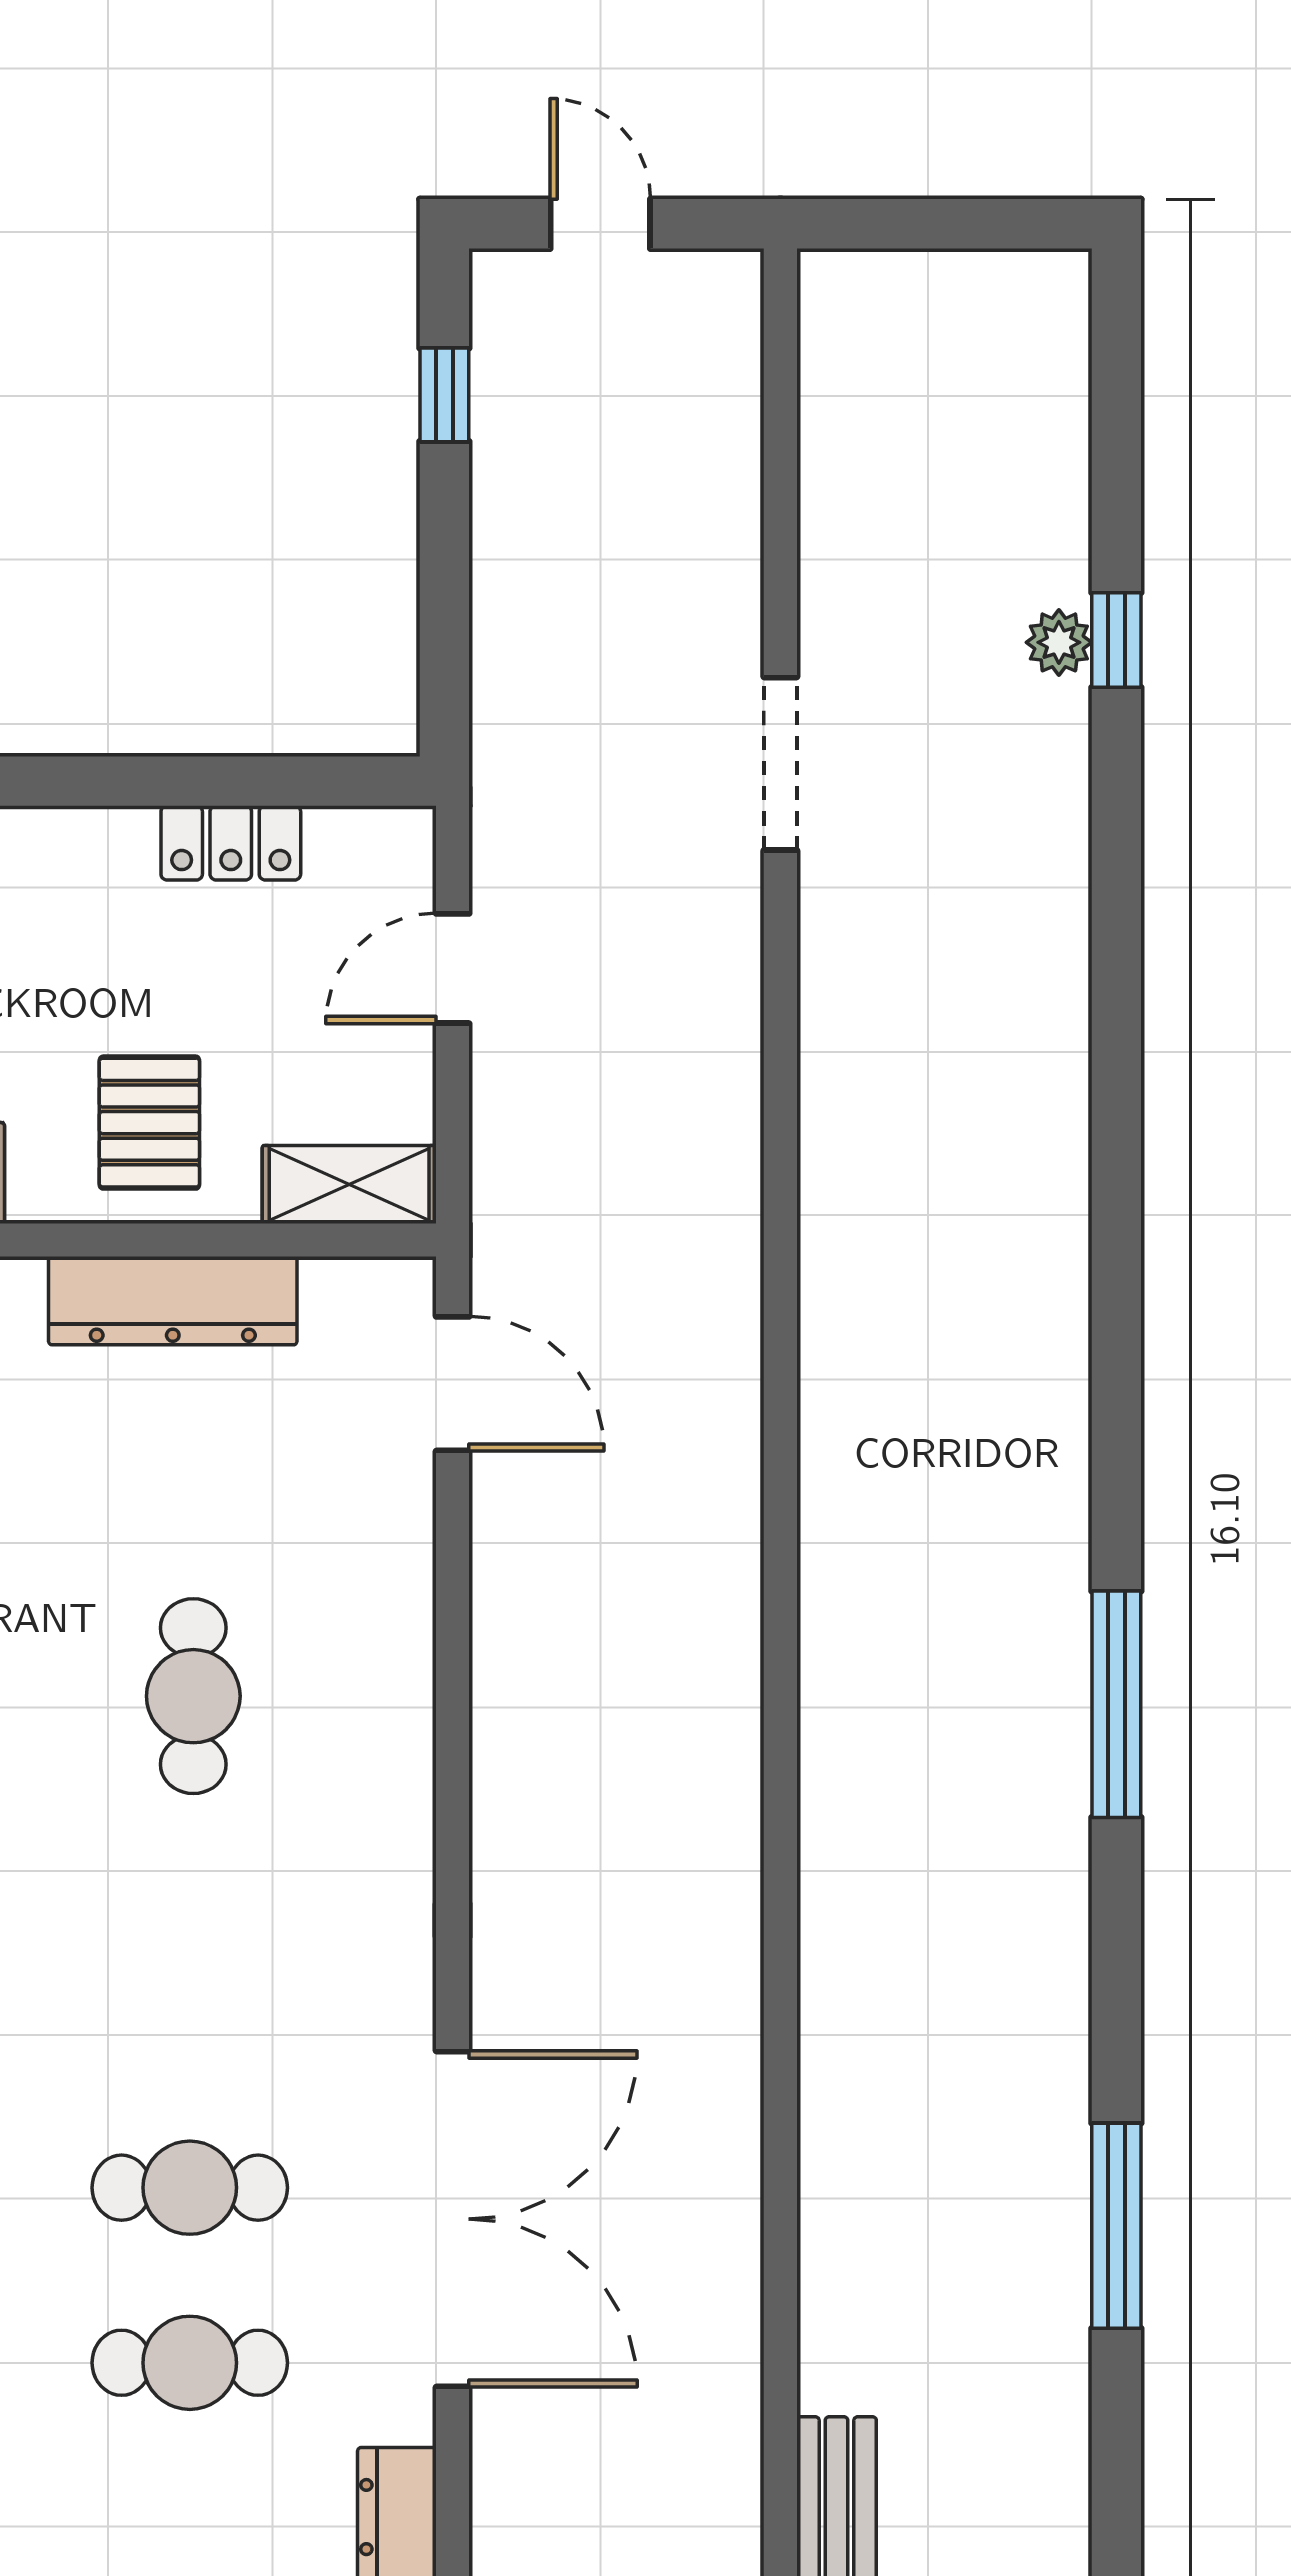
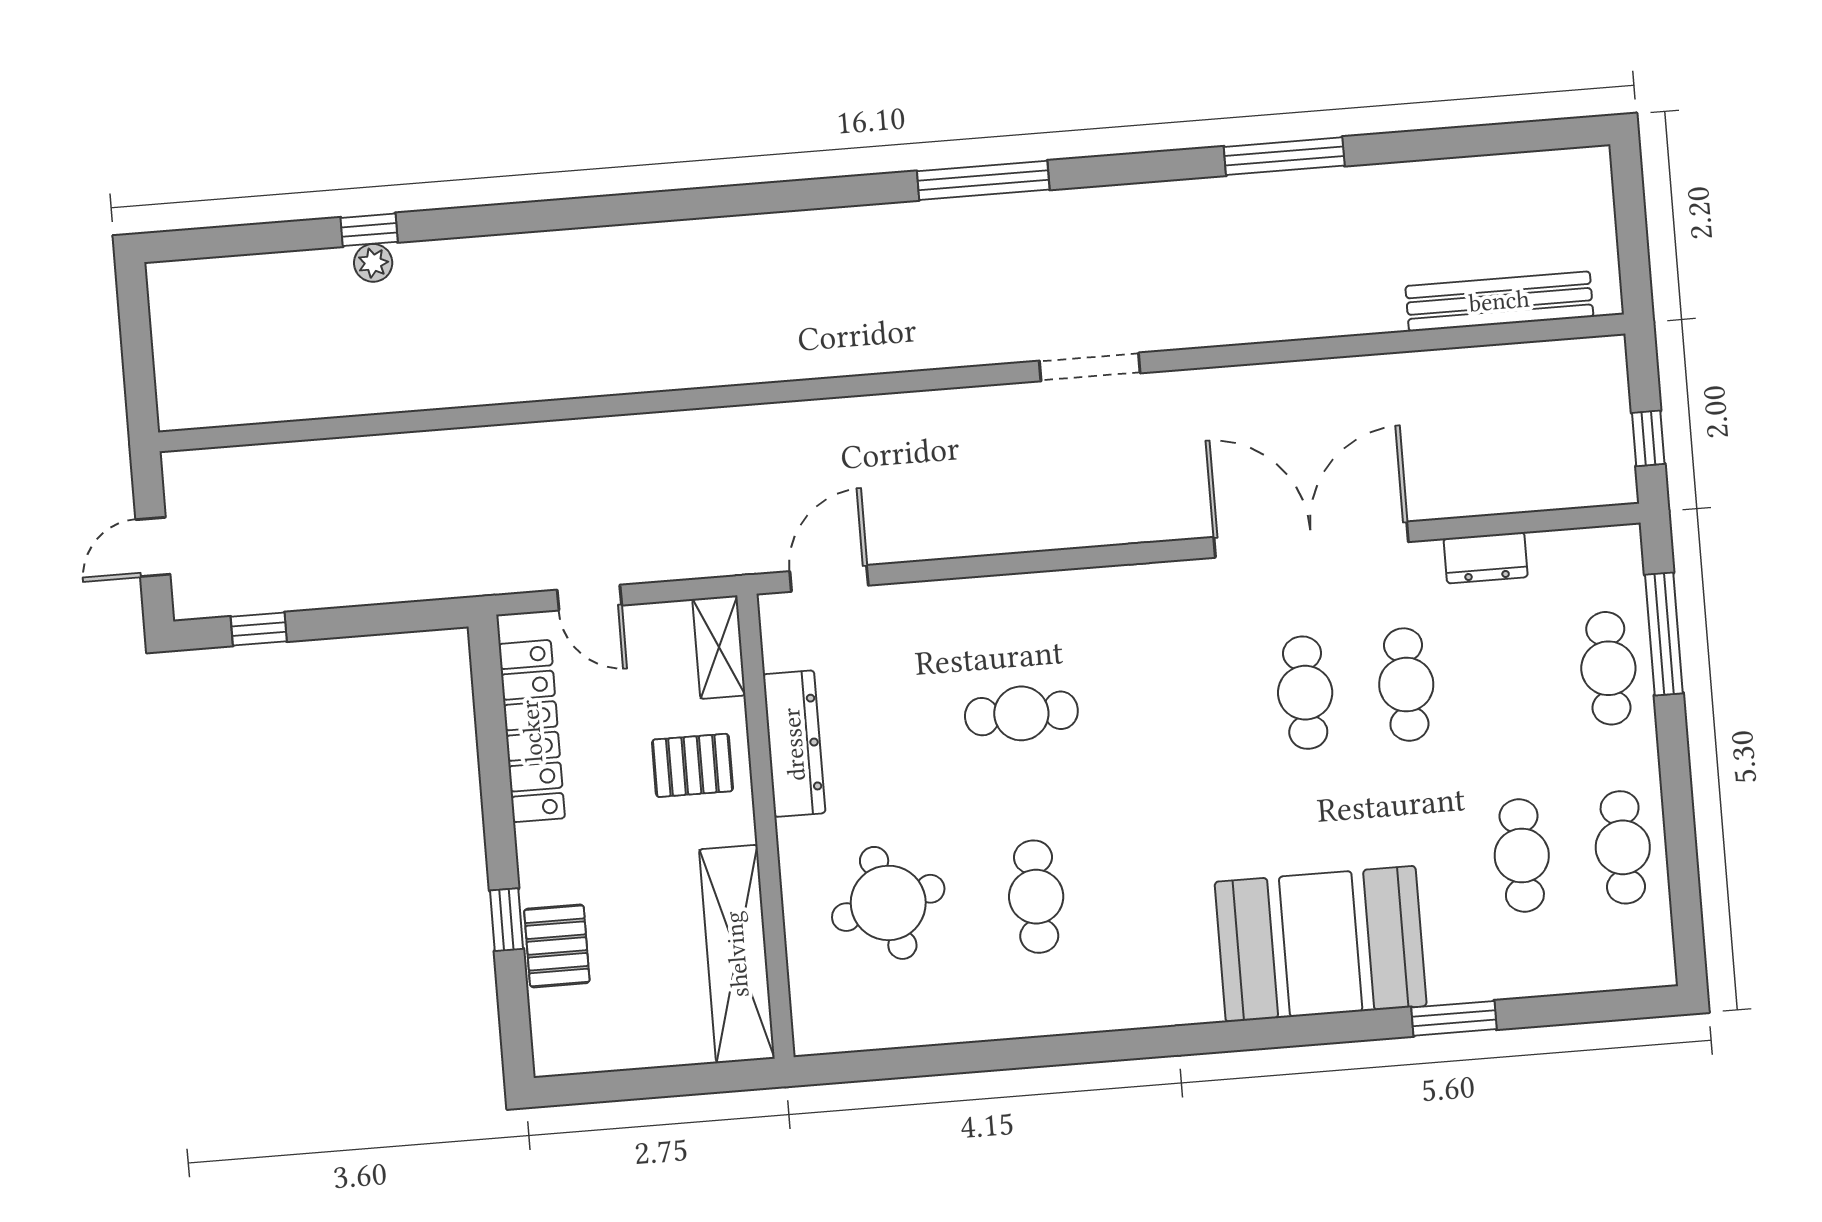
doorway: (780, 764) -> (1090, 367), moved
locker: (231, 843) -> (532, 731), width x2.16, depth x1.21

